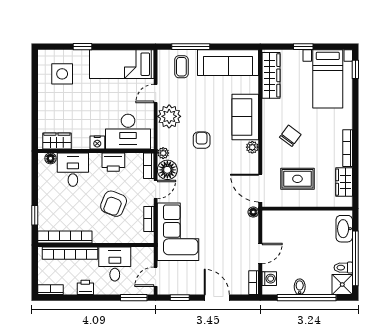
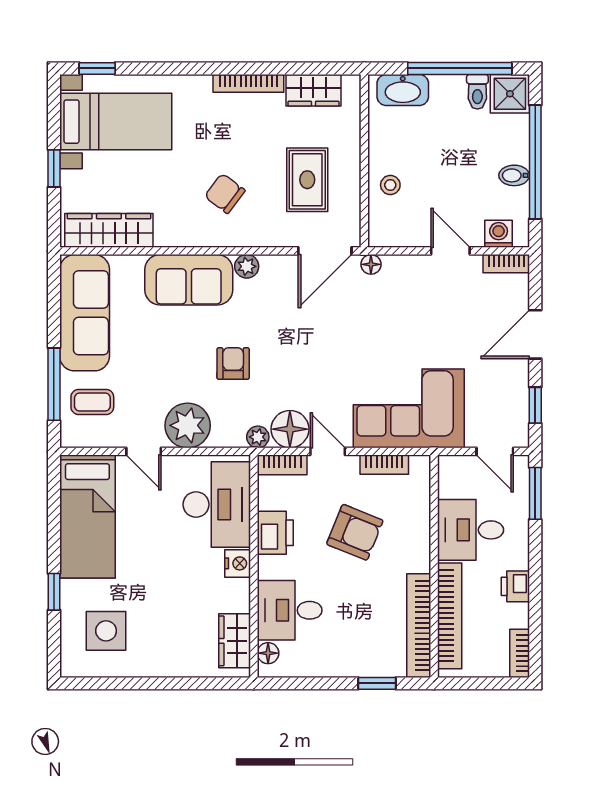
armchair: (202, 140) -> (233, 363), turned 90
stool: (295, 222) -> (390, 185), added

